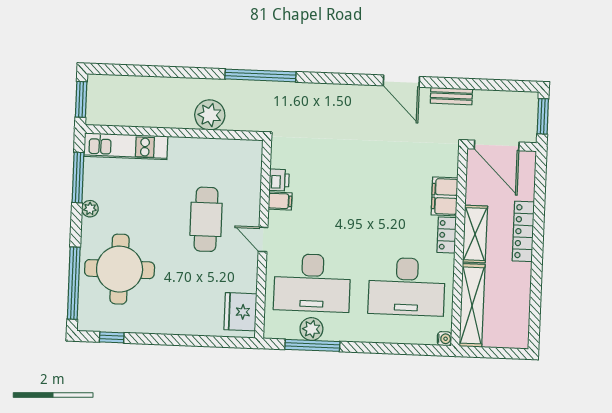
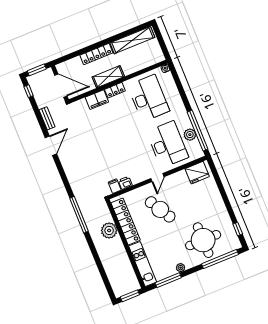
window: (513, 86) -> (29, 91), added
door: (497, 145) -> (61, 86), hinge flipped
locker: (212, 150) -> (126, 222), added
filing cabinet: (280, 201) -> (115, 186), moved
cafe table: (206, 219) -> (160, 209), turned 60
shelving: (472, 305) -> (132, 40), moved
window: (312, 345) -> (198, 131), width x1.46

